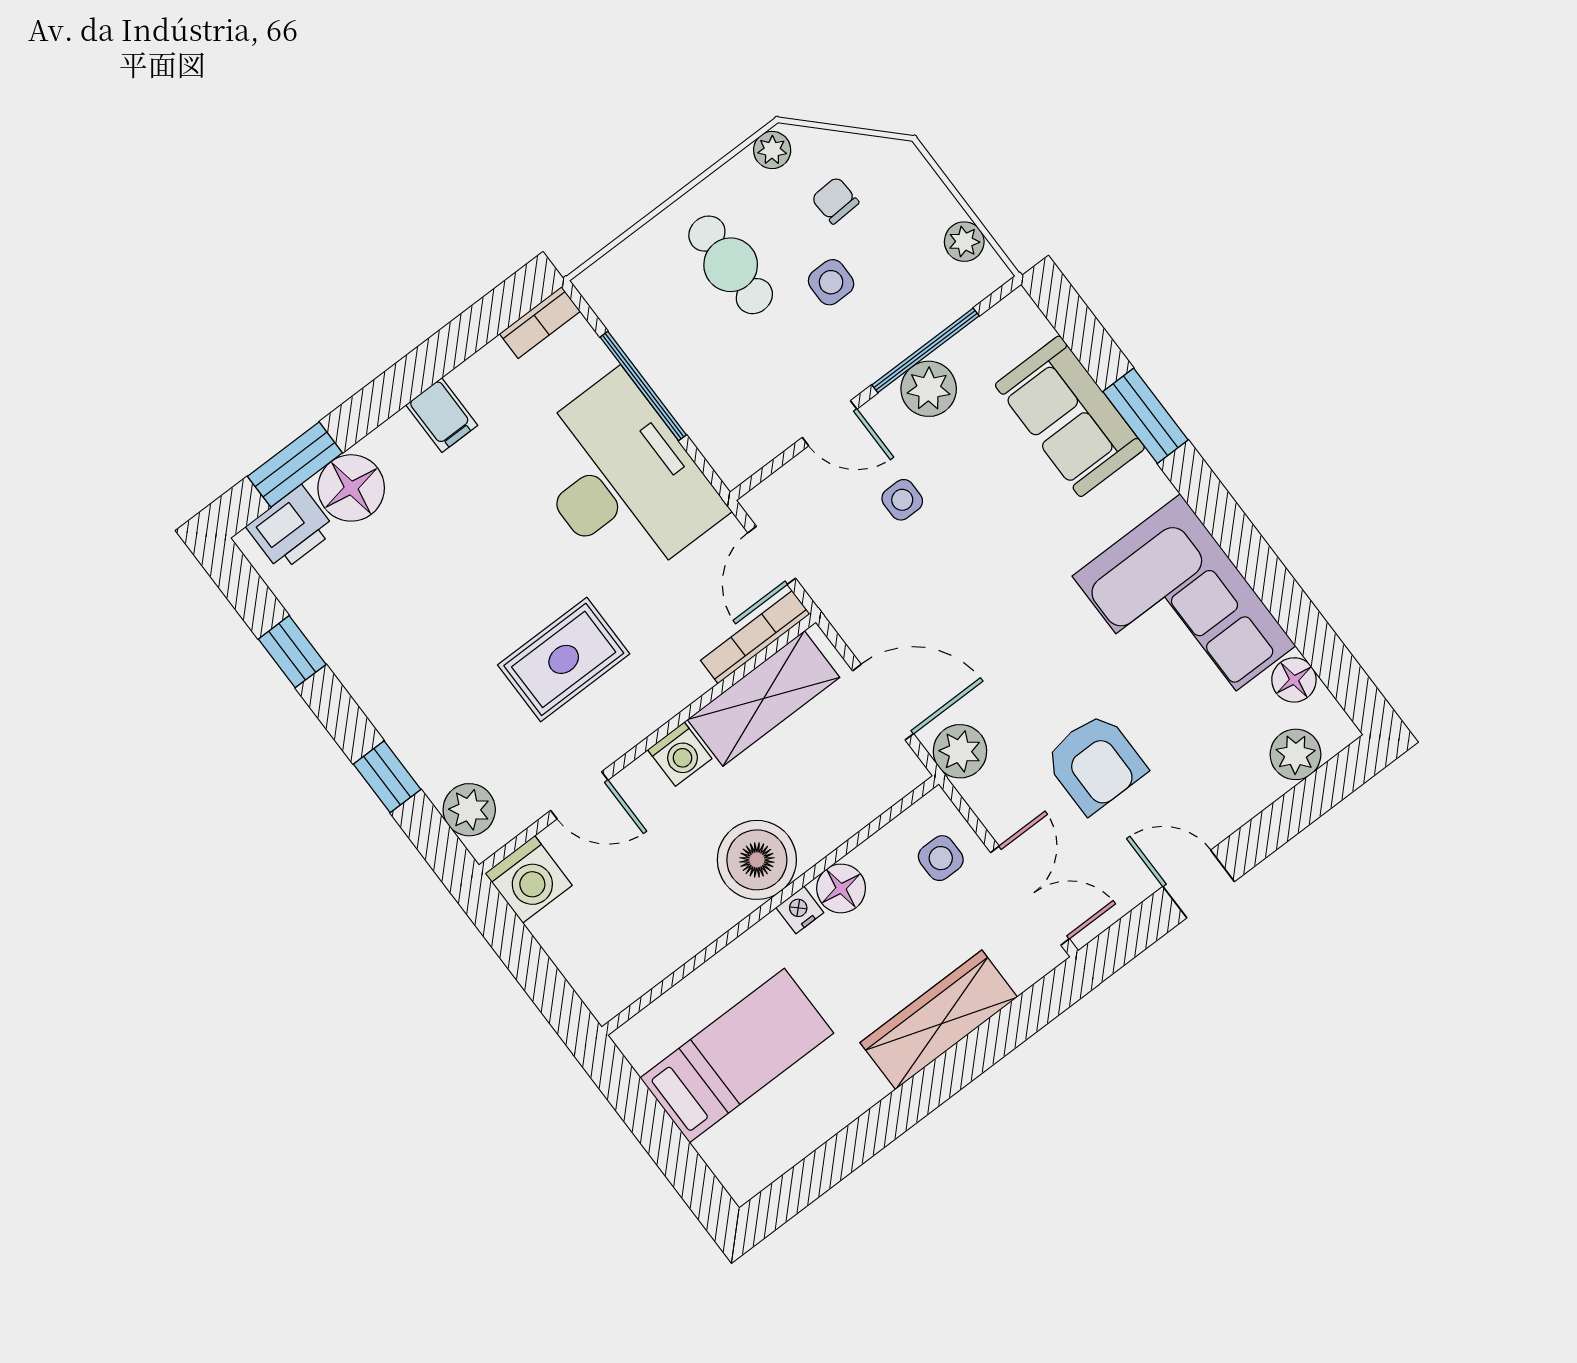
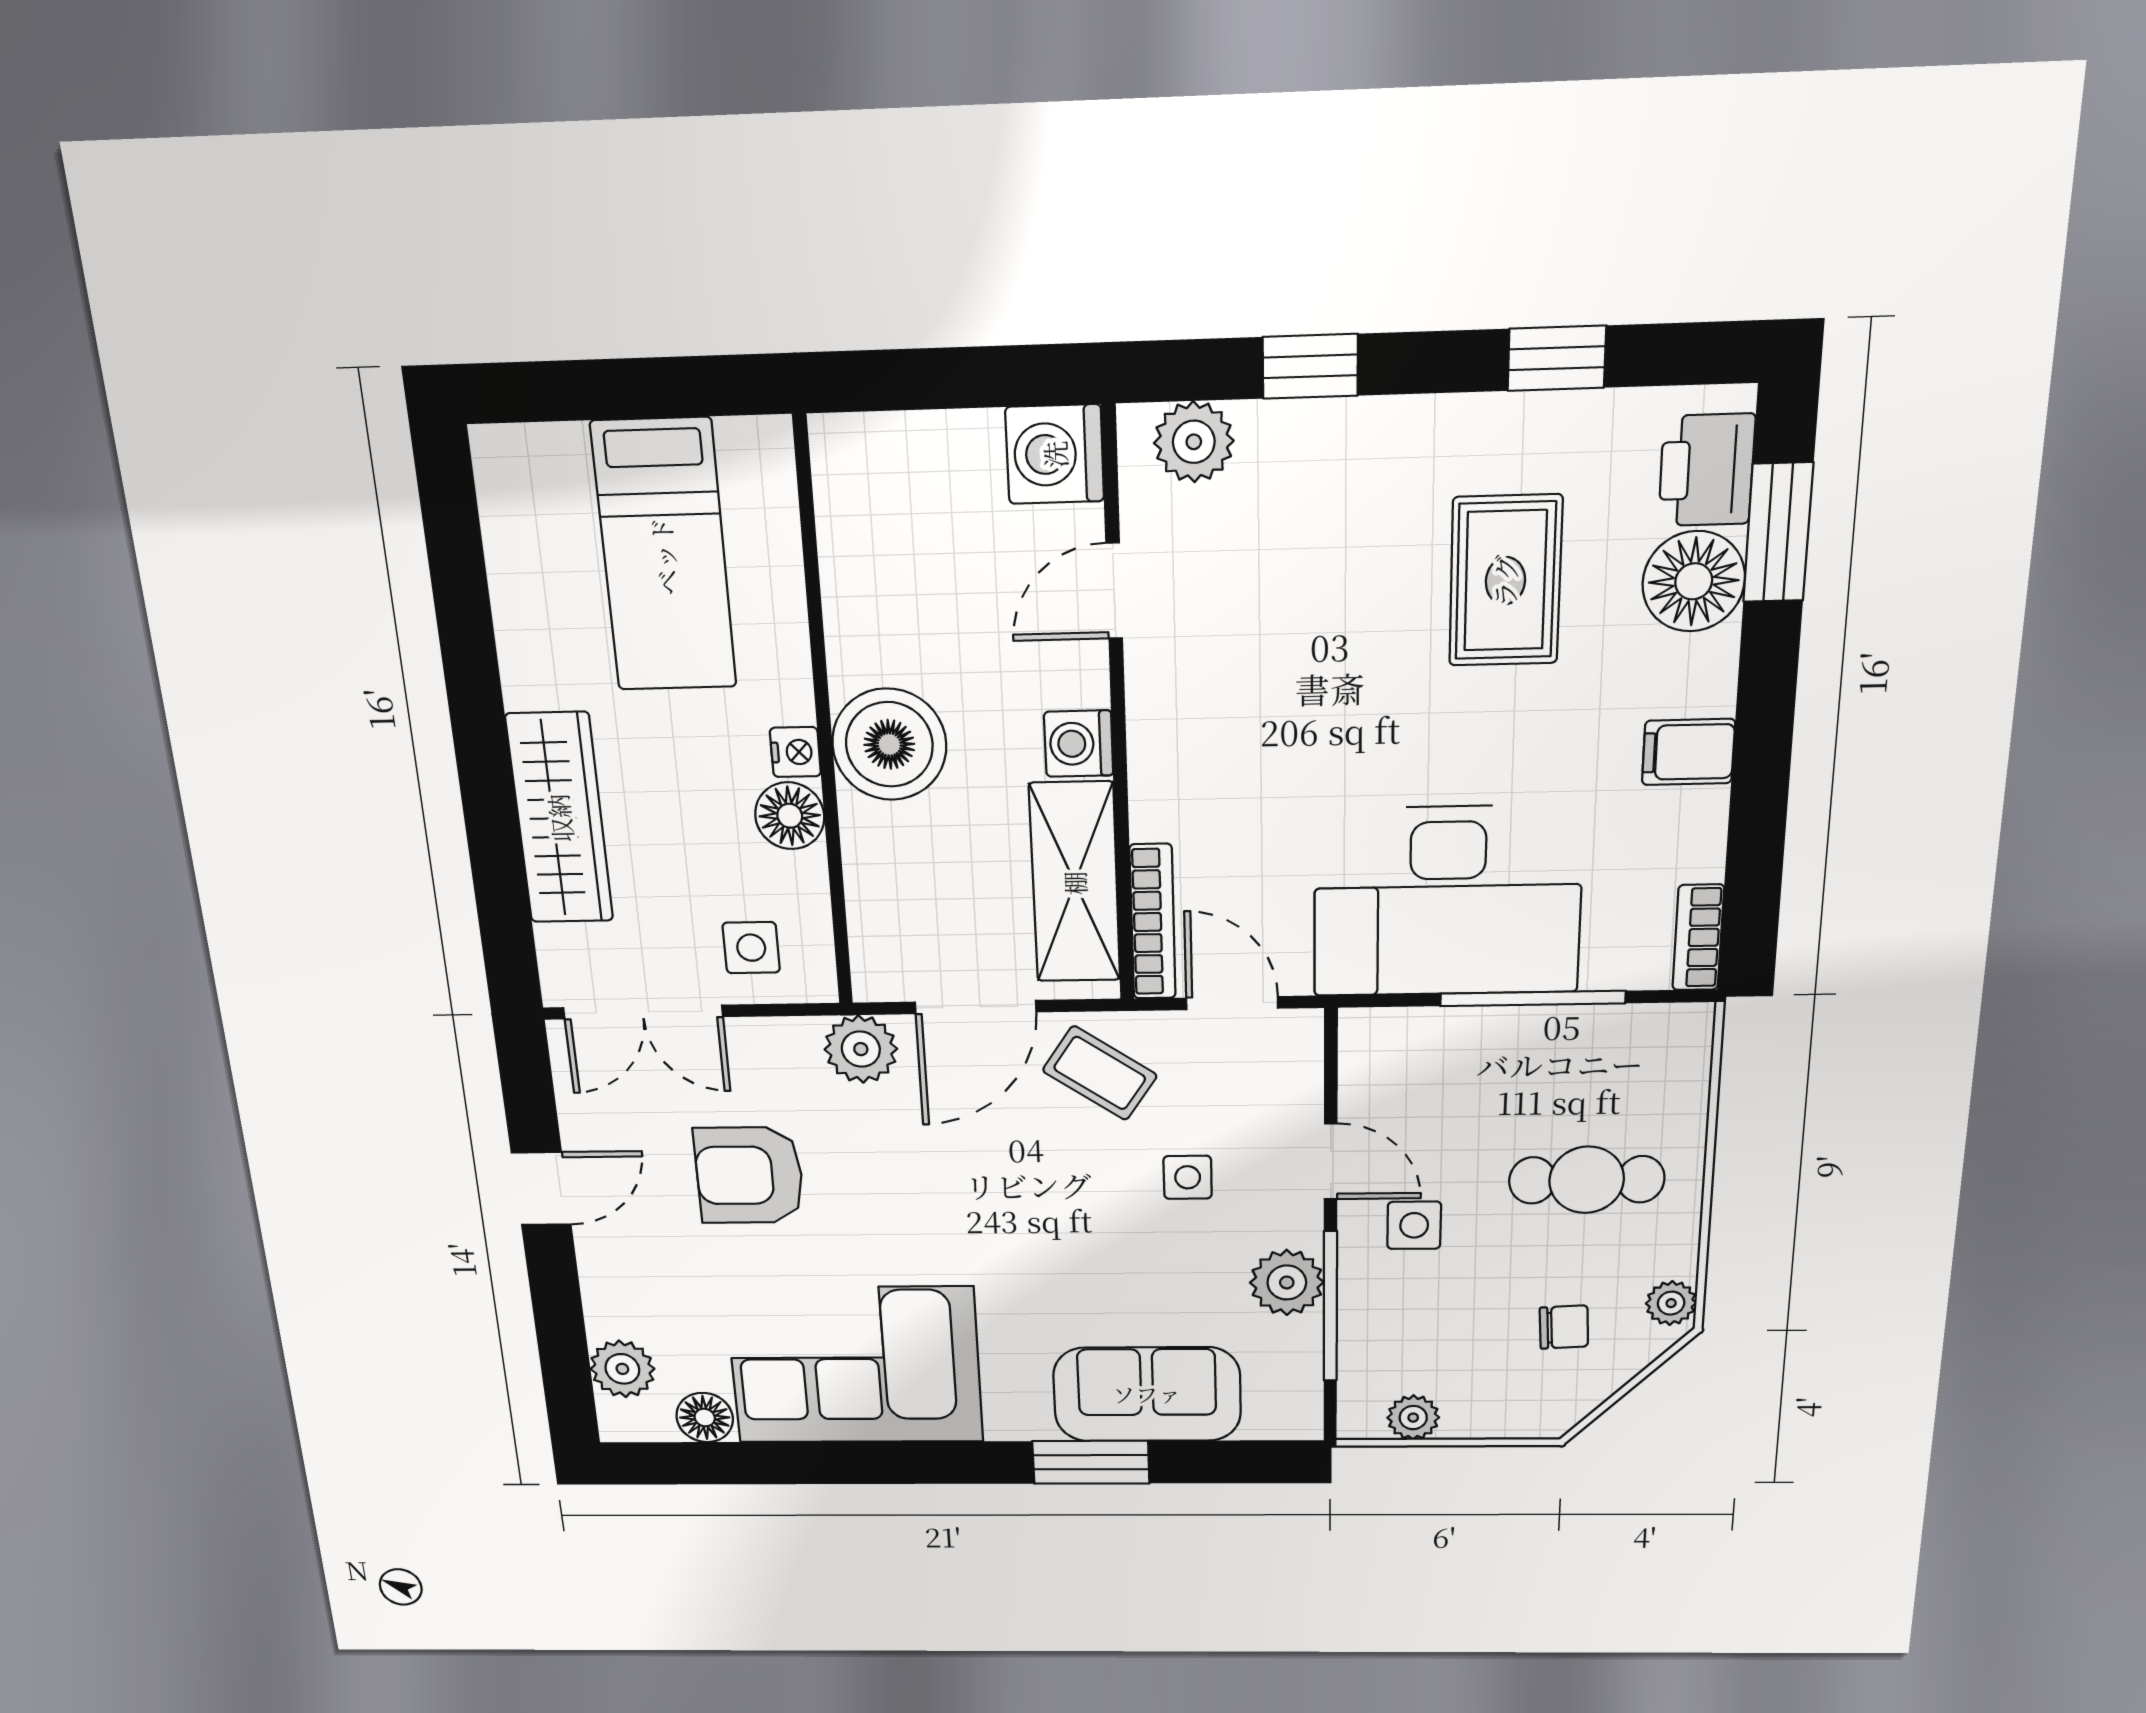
side table: (831, 282) -> (1414, 1225), moved
door: (830, 423) -> (1331, 1162), swing flipped
coffee table: (872, 600) -> (1100, 1073), added
rug: (564, 659) -> (1505, 581), moved

